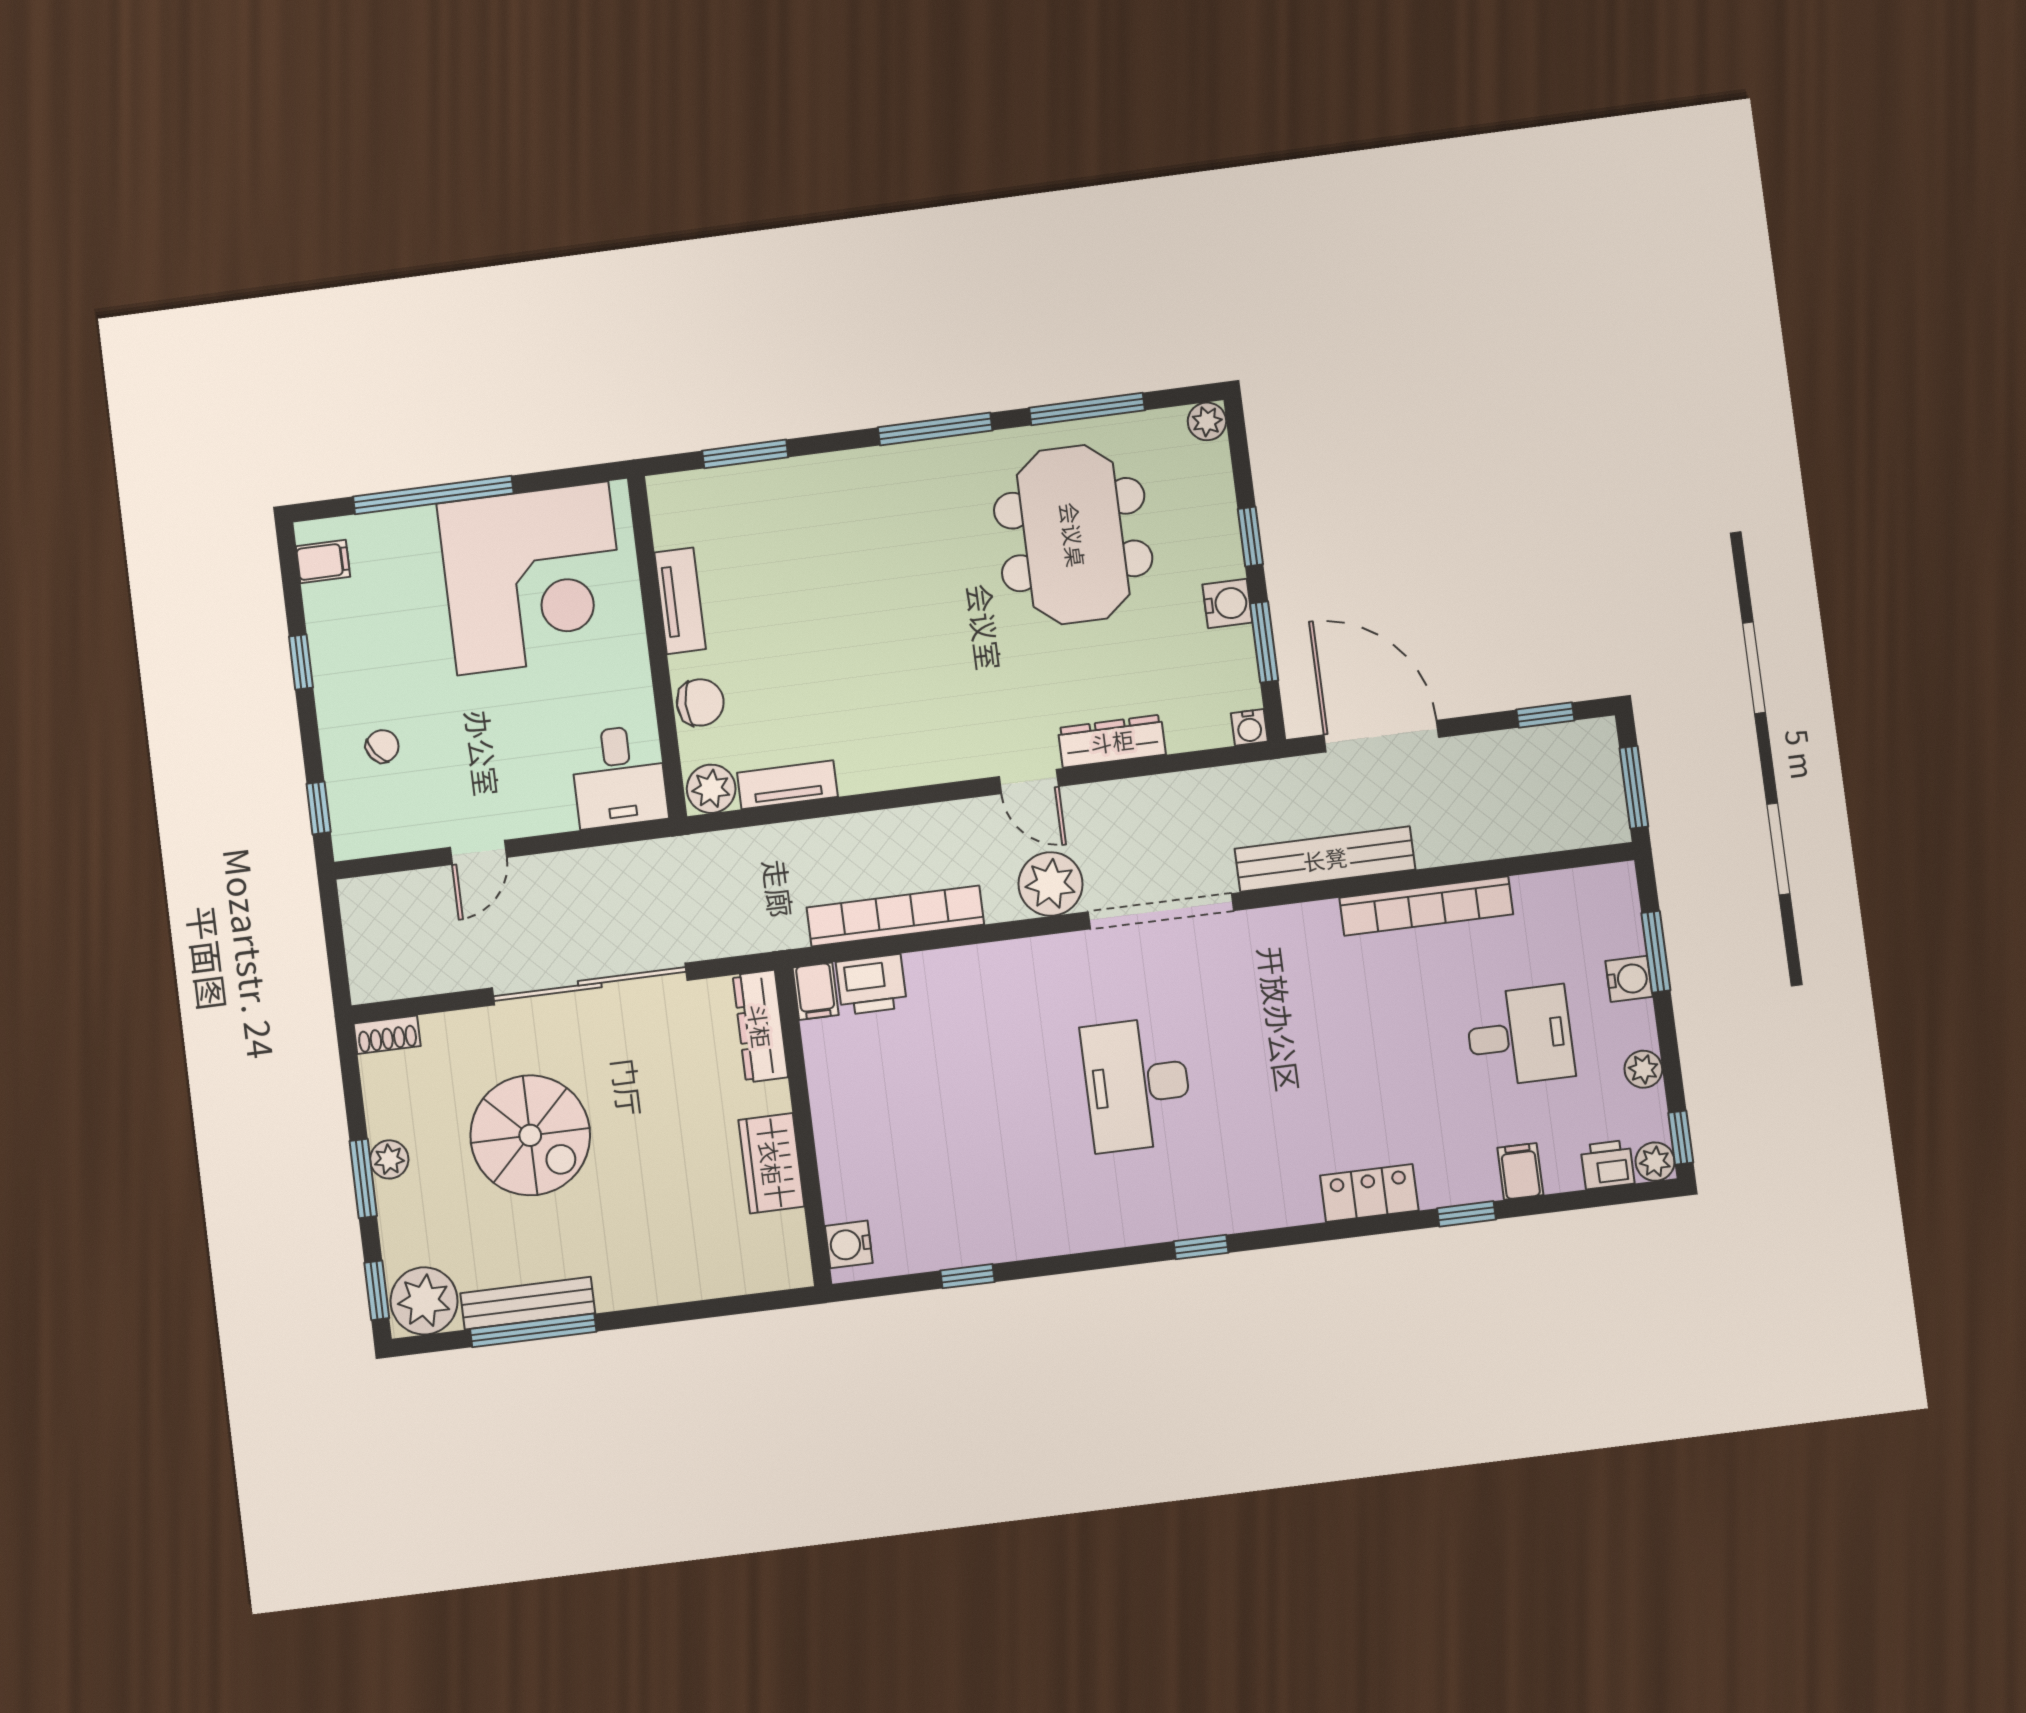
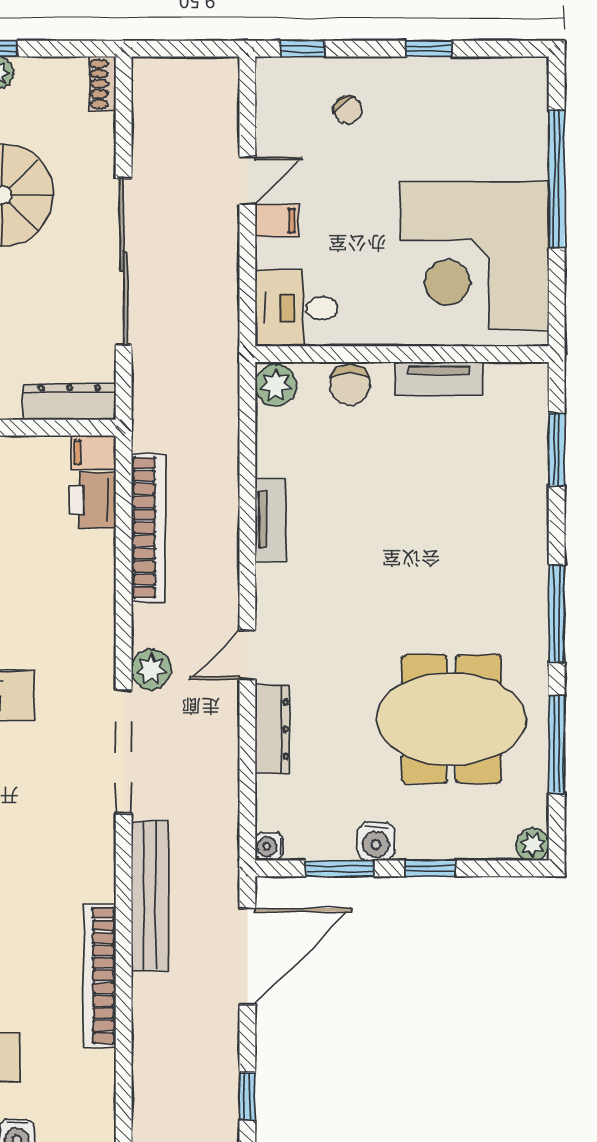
filing cabinet: (323, 561) -> (277, 221), moved, turned -90
tv unit: (787, 785) -> (271, 520), moved
door: (478, 852) -> (247, 181), swing flipped
plant: (1051, 884) -> (151, 669), width x0.73, depth x0.73

